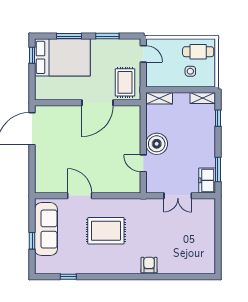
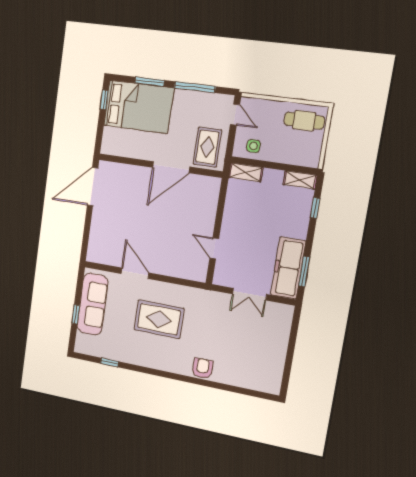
window: (107, 36) -> (195, 87), width x1.44
side table: (190, 71) -> (253, 146), moved
boiler: (157, 144) -> (234, 228), removed
freezer: (207, 180) -> (288, 268), width x1.91, depth x1.26

